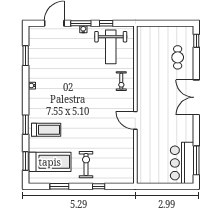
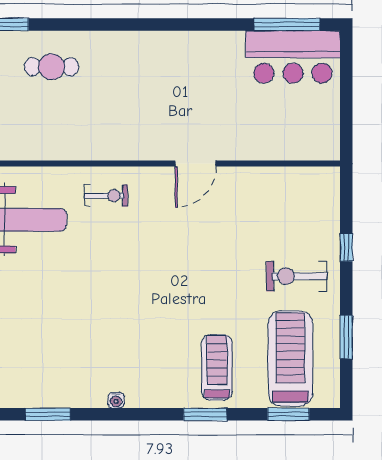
double door: (196, 97) -> (143, 24), removed

